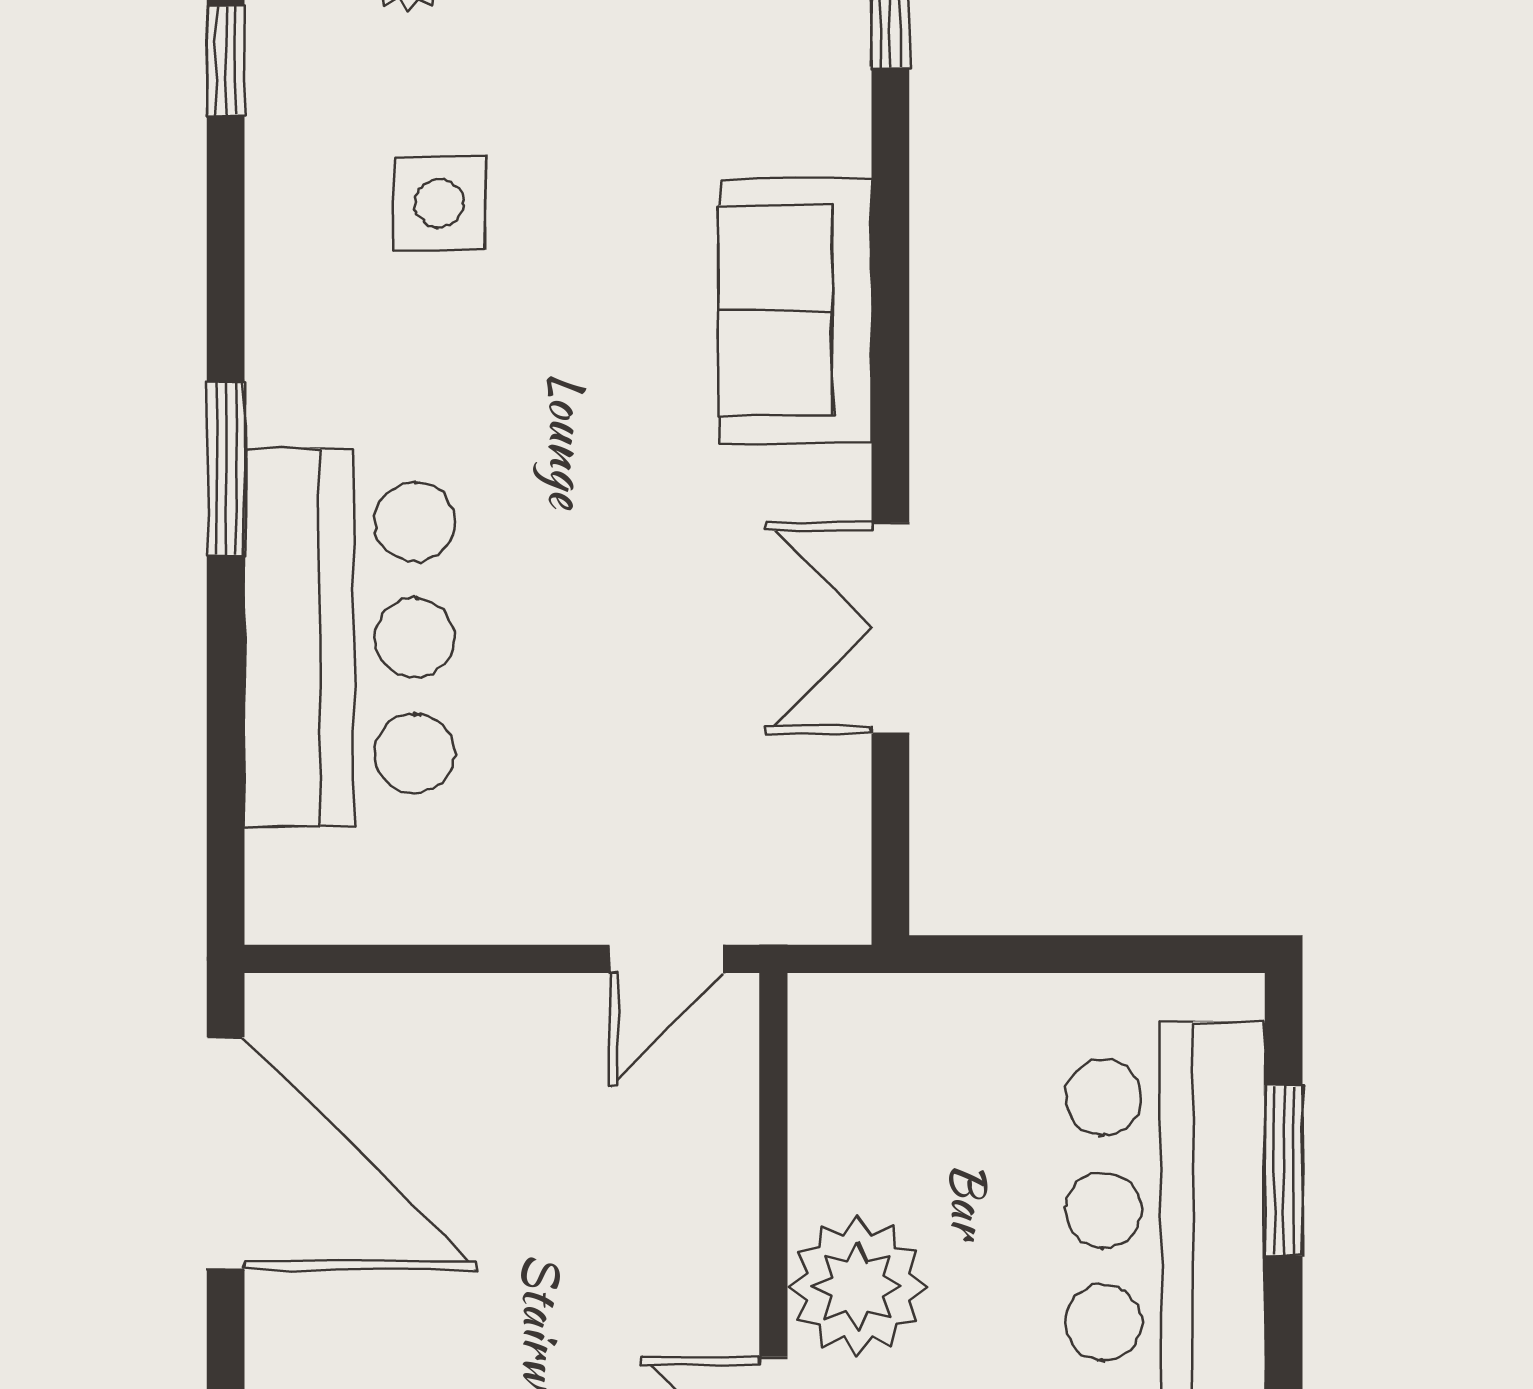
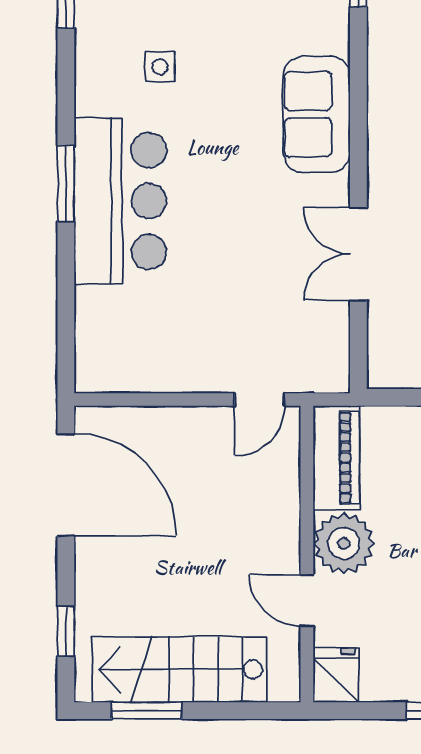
side table: (439, 203) -> (160, 67), width x0.73, depth x0.73
bar counter: (349, 638) -> (120, 201), moved
piano: (840, 1091) -> (336, 458), added

